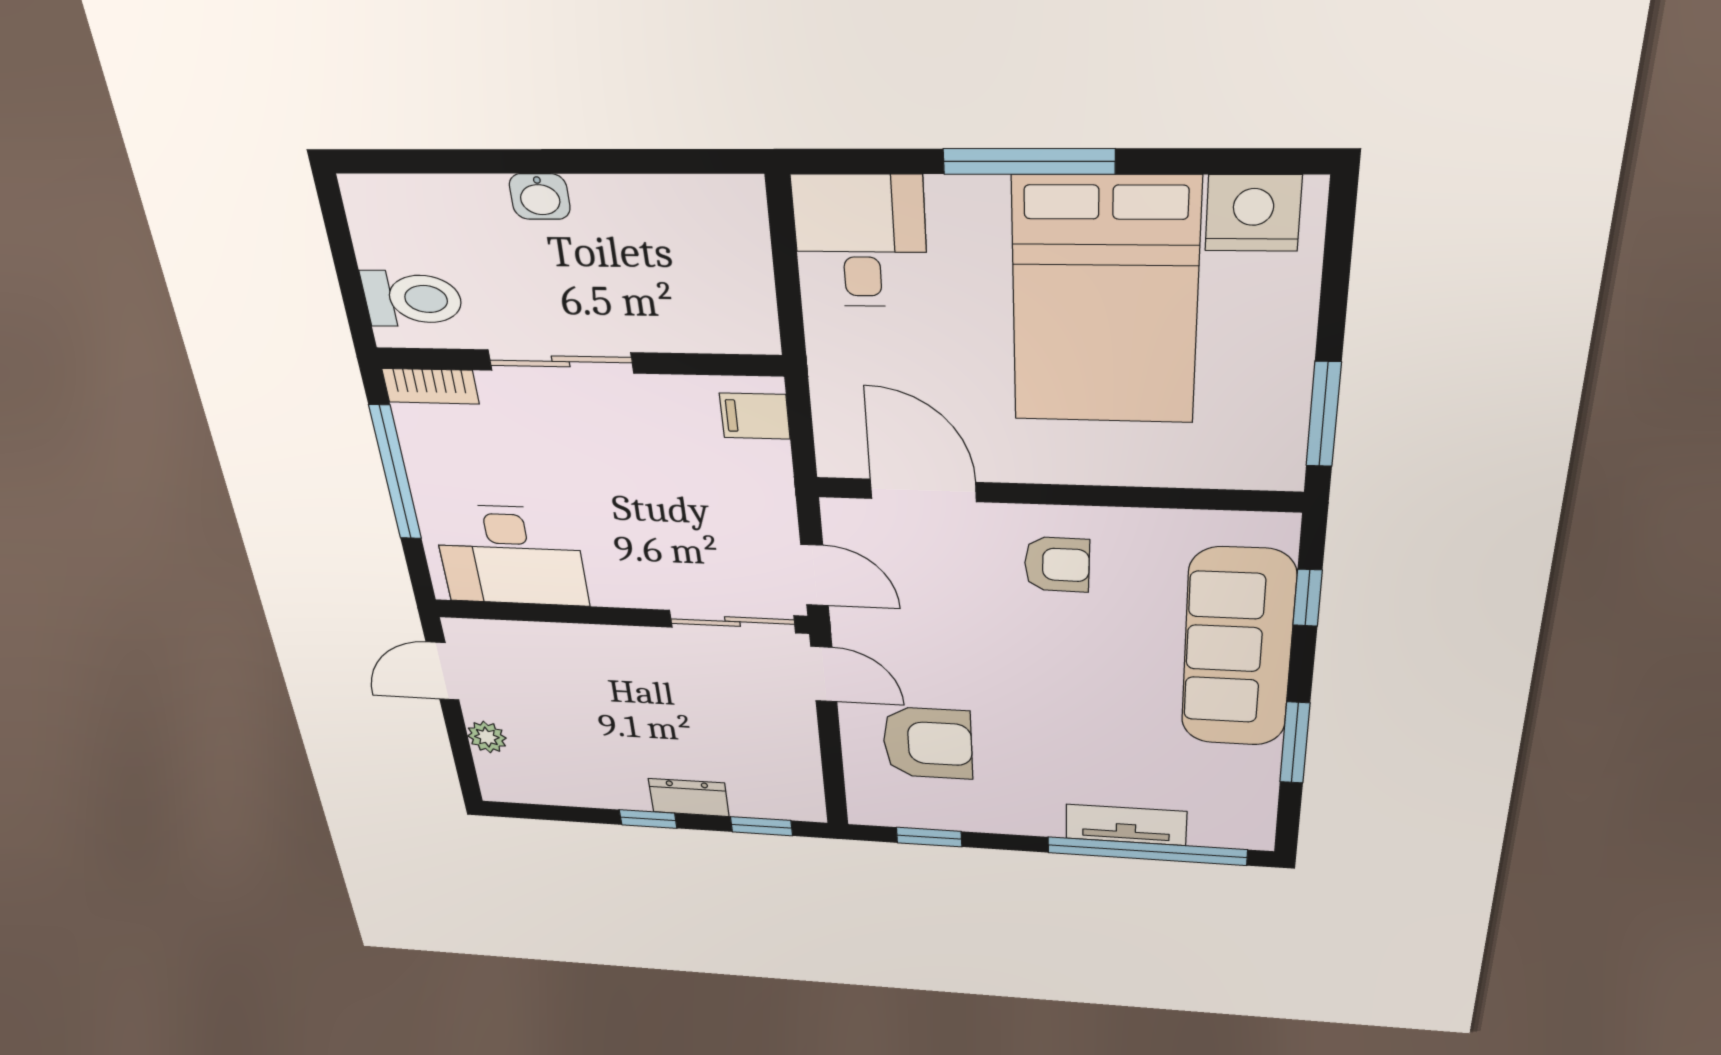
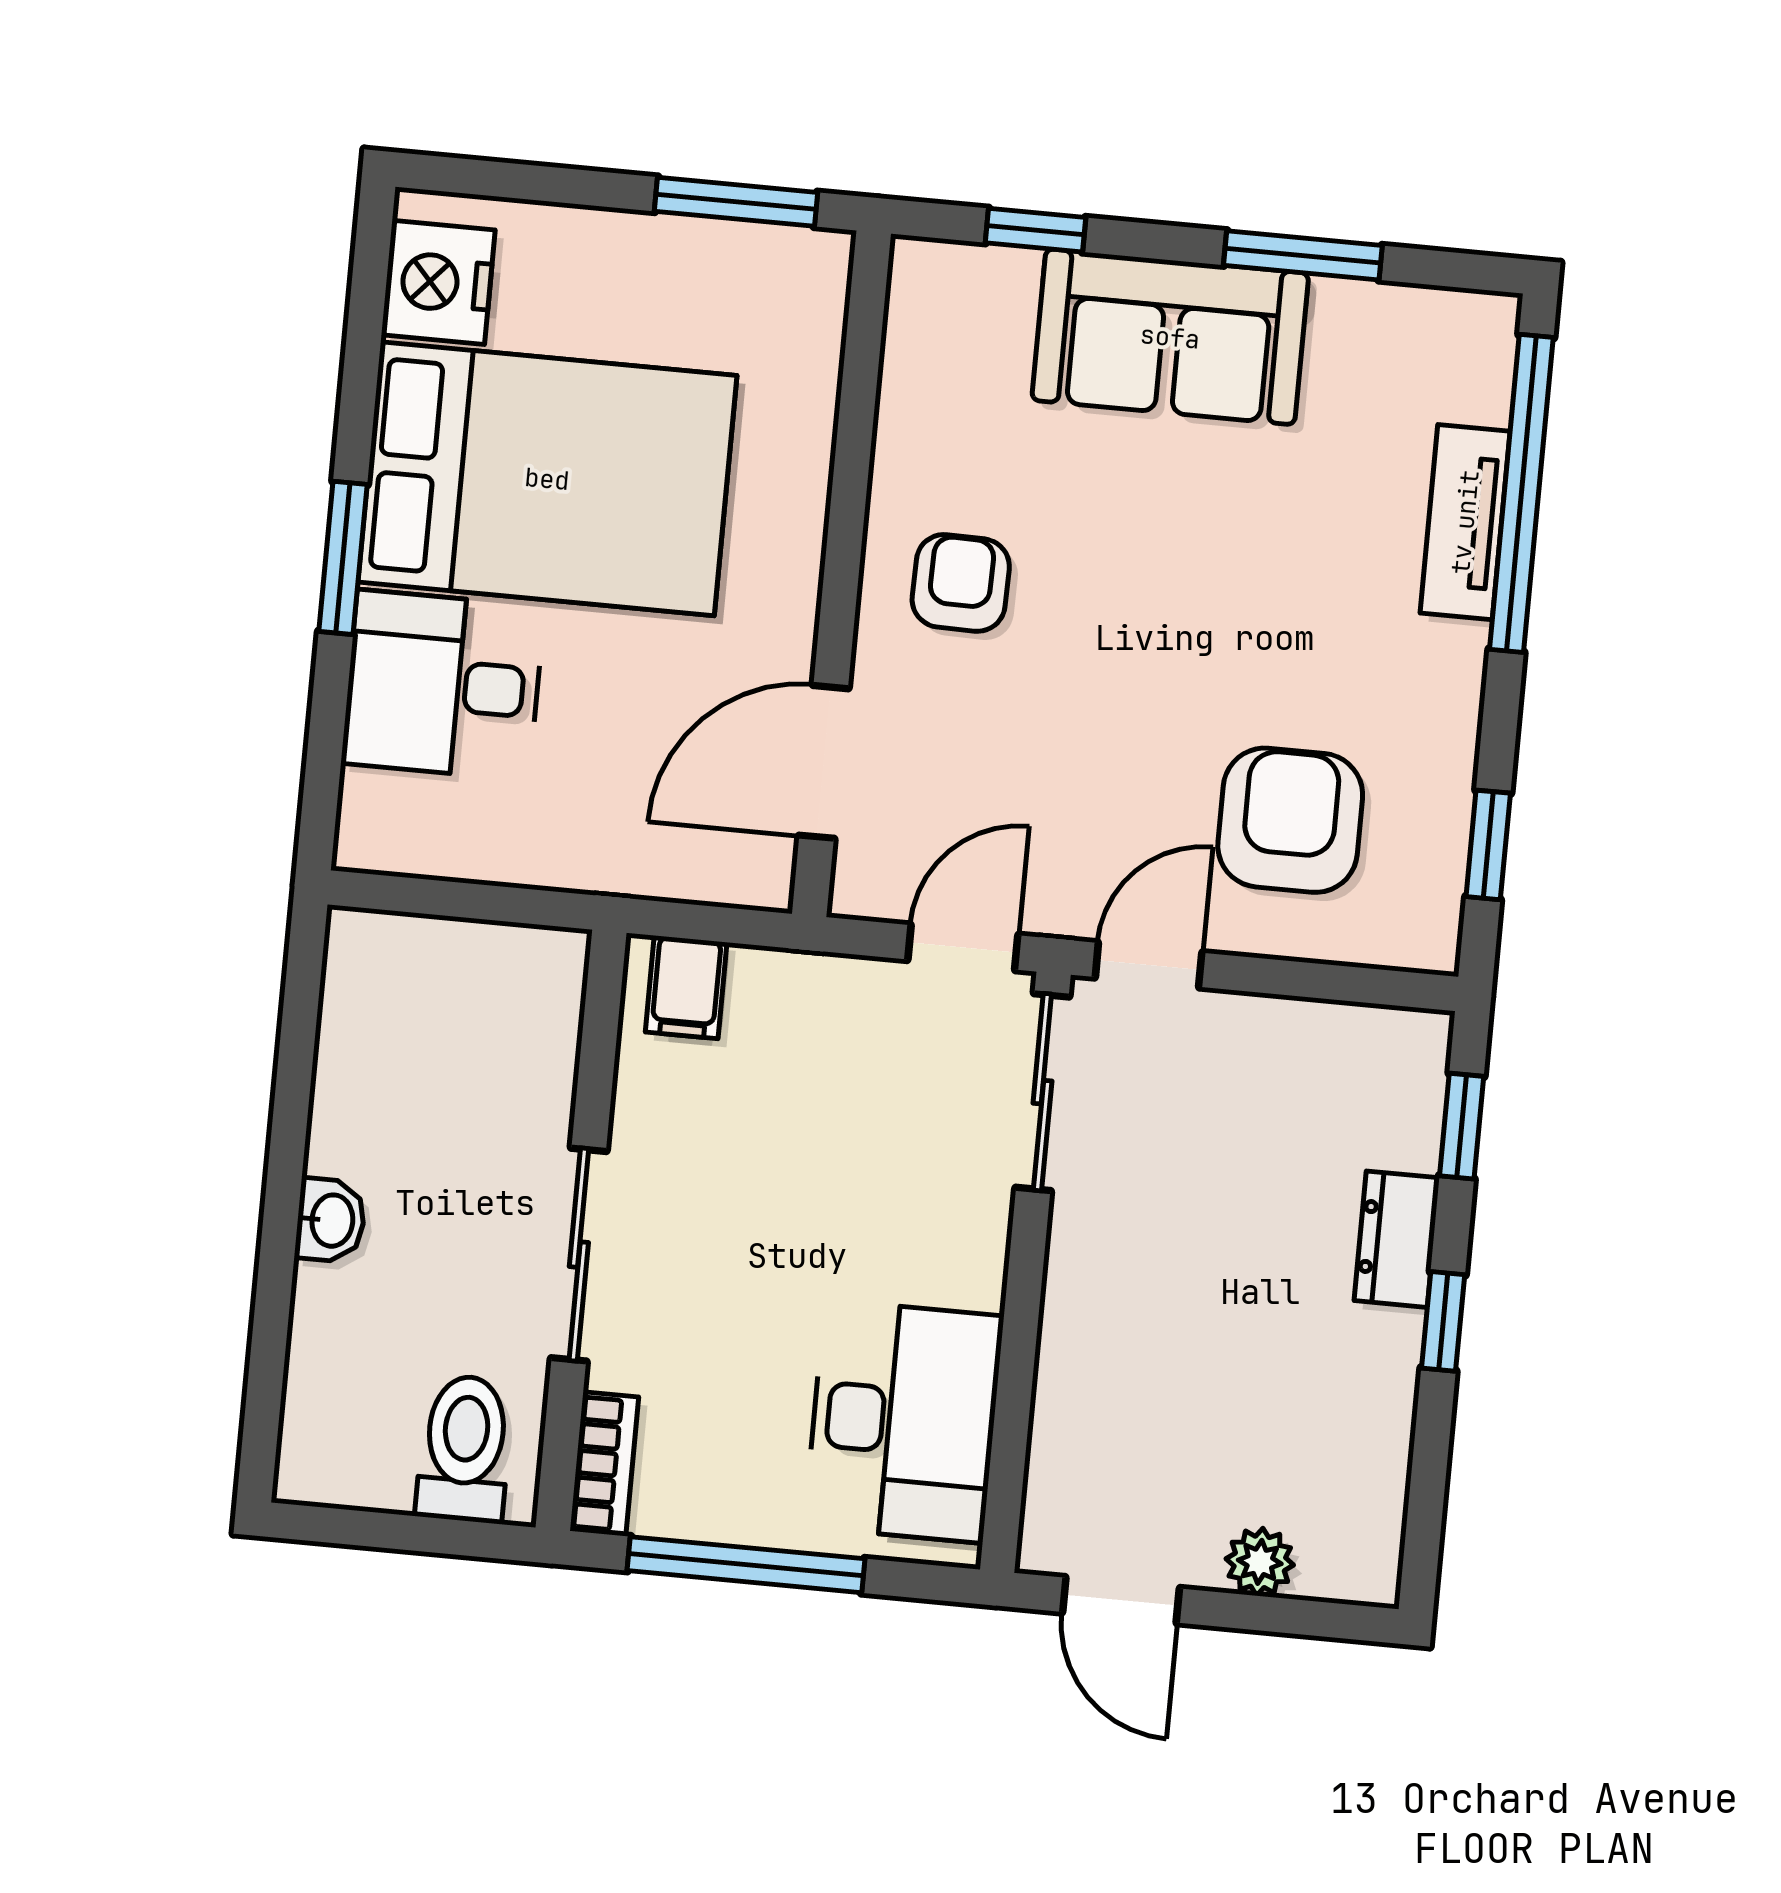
window: (1029, 161) -> (343, 558), width x0.69
desk: (860, 241) -> (443, 685), moved
sofa: (1238, 649) -> (1170, 337), width x0.73

